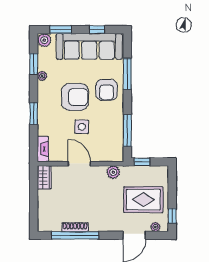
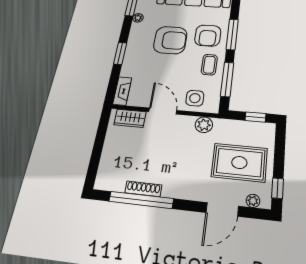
window: (127, 74) -> (232, 34), moved
coffee table: (111, 118) -> (209, 65), added
side table: (82, 127) -> (195, 98), moved
window: (142, 162) -> (256, 117), moved
wardrobe: (44, 177) -> (130, 118), moved, turned 90

